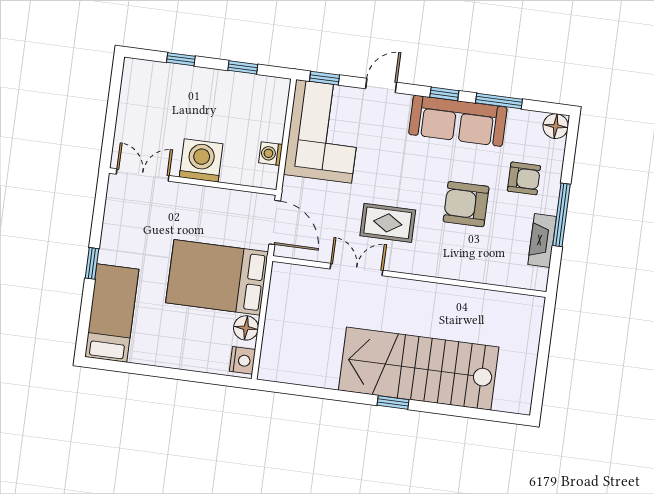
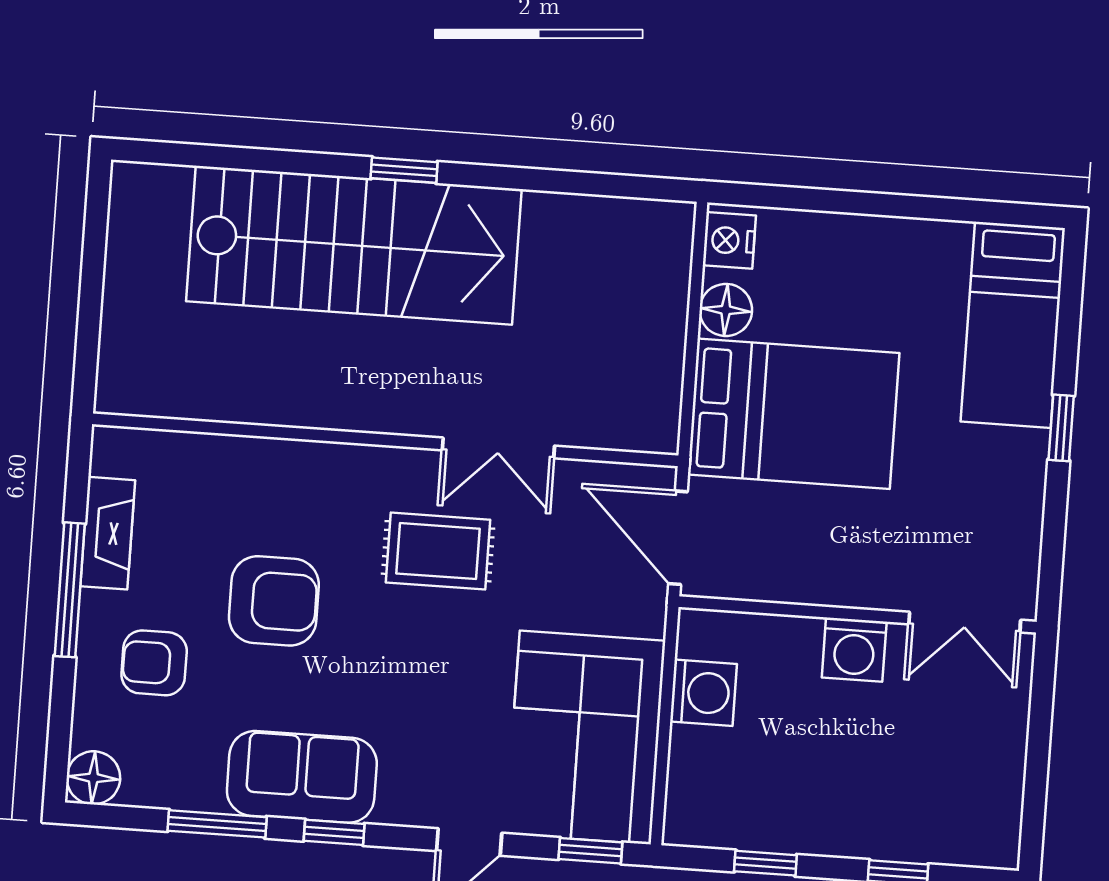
sofa: (458, 121) -> (302, 777), width x0.73
washing machine: (271, 154) -> (703, 693), width x1.38, depth x1.38
washing machine: (201, 160) -> (854, 650), width x0.73, depth x0.73

